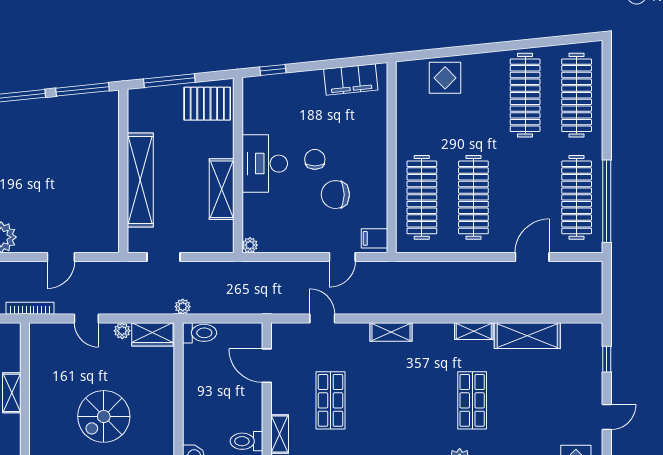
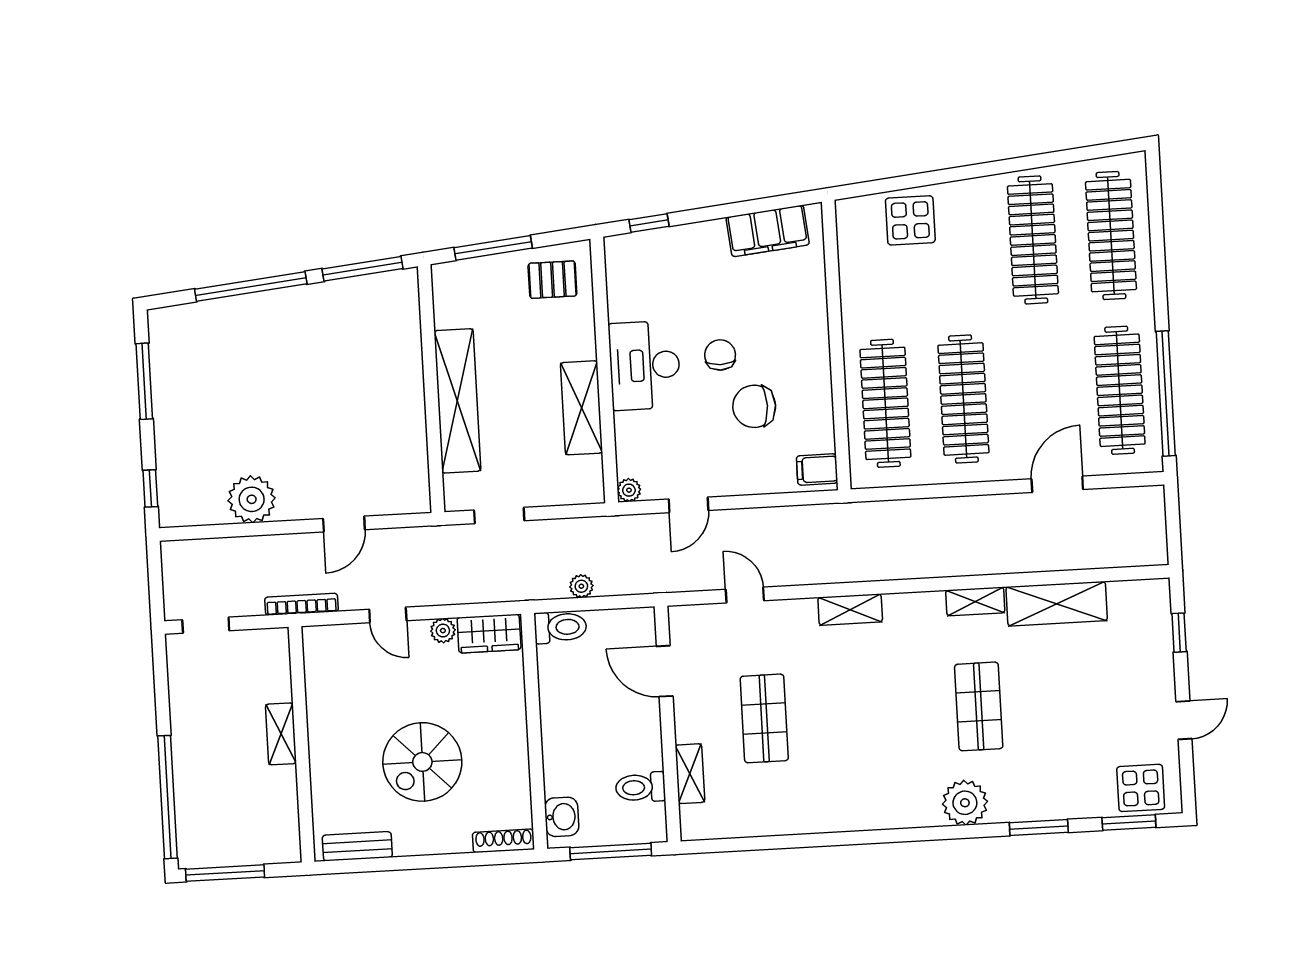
pallet: (207, 104) -> (552, 280), width x0.67, depth x0.71
door: (342, 257) -> (688, 505), moved
plant: (183, 307) -> (581, 586), moved

